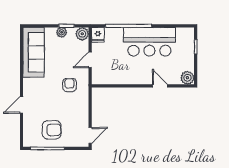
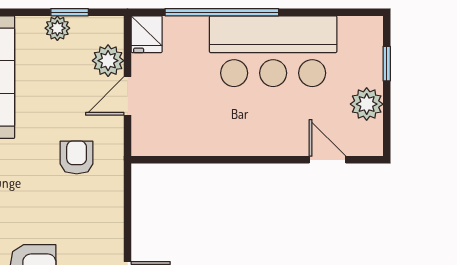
plant: (82, 34) -> (108, 61), moved
plant: (187, 78) -> (367, 104), moved
door: (160, 86) -> (328, 160), moved

